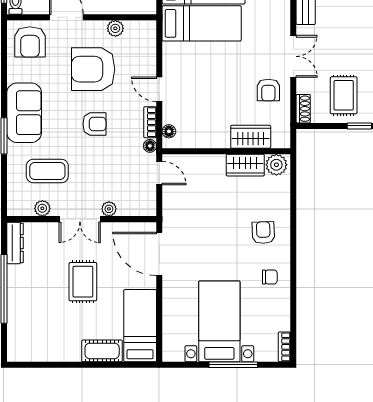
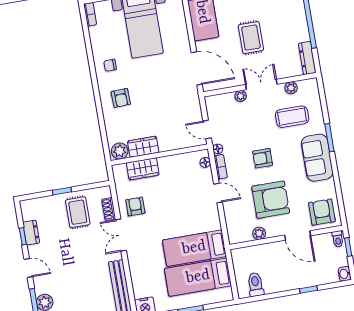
shoe rack: (303, 109) -> (109, 209), moved

